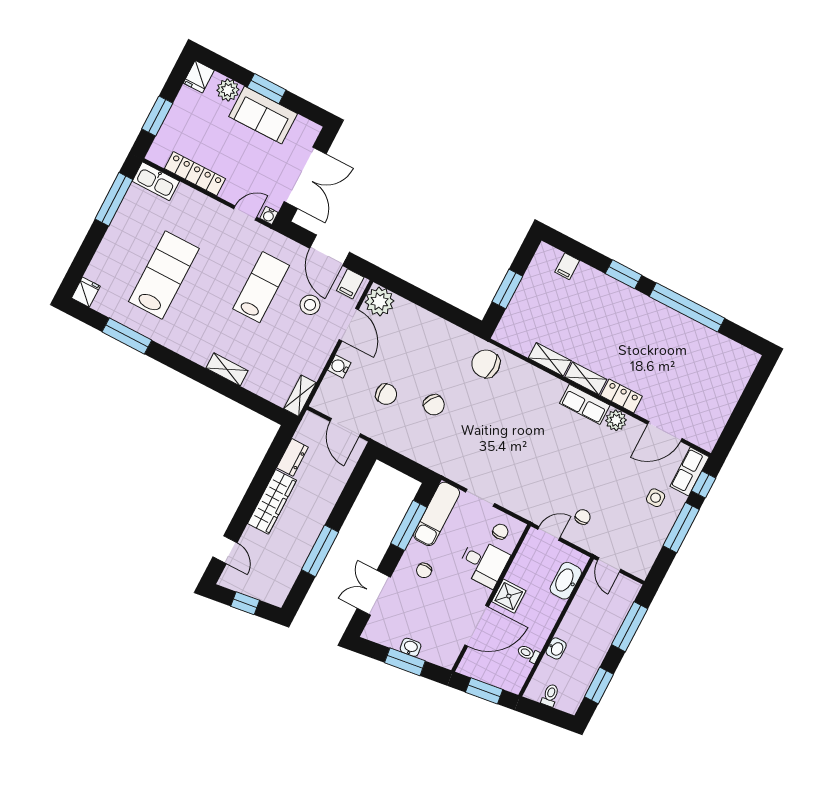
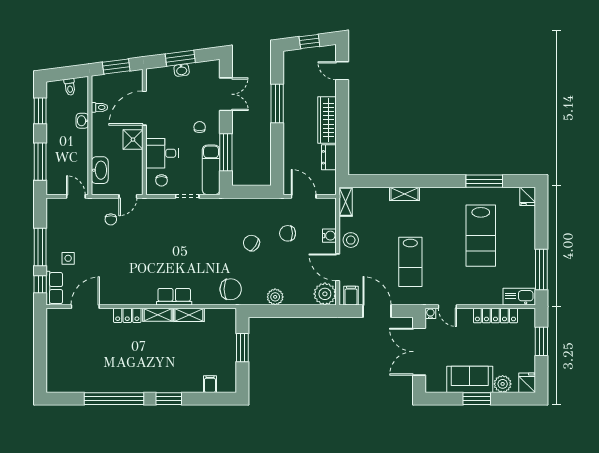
door: (245, 213) -> (447, 307), hinge flipped
stool: (310, 305) -> (351, 240), moved
row of seats: (585, 404) -> (174, 297), moved
plant: (616, 420) -> (275, 297), moved

